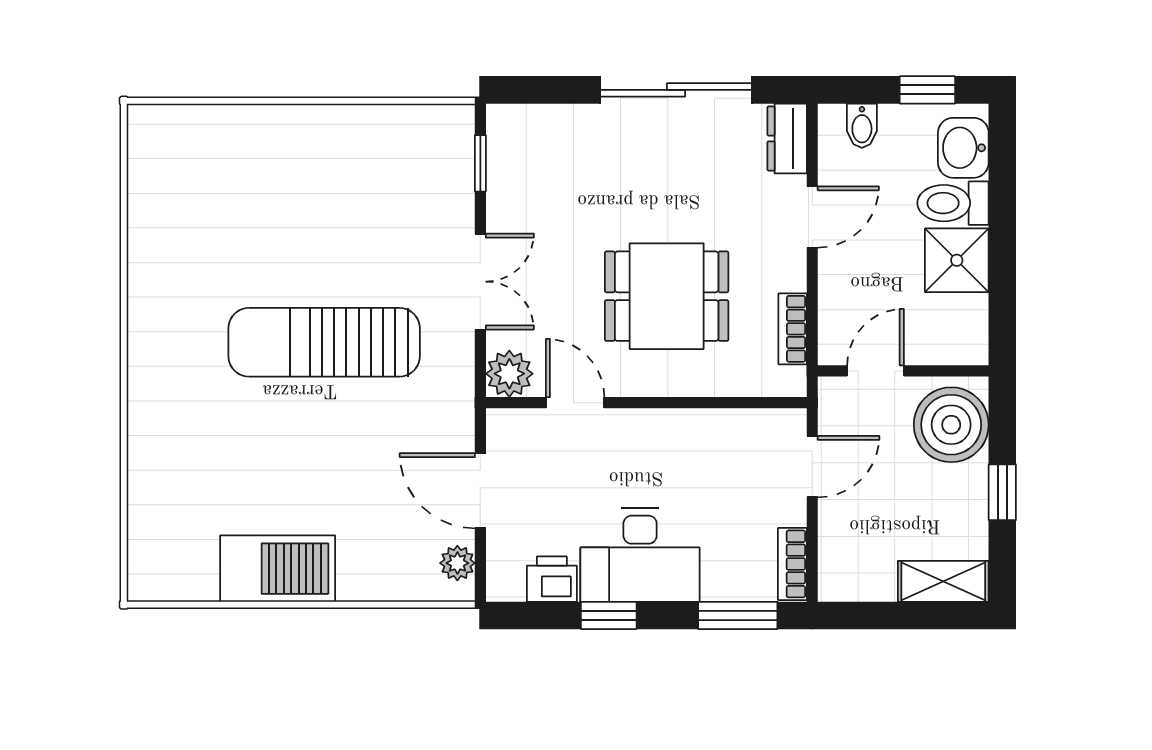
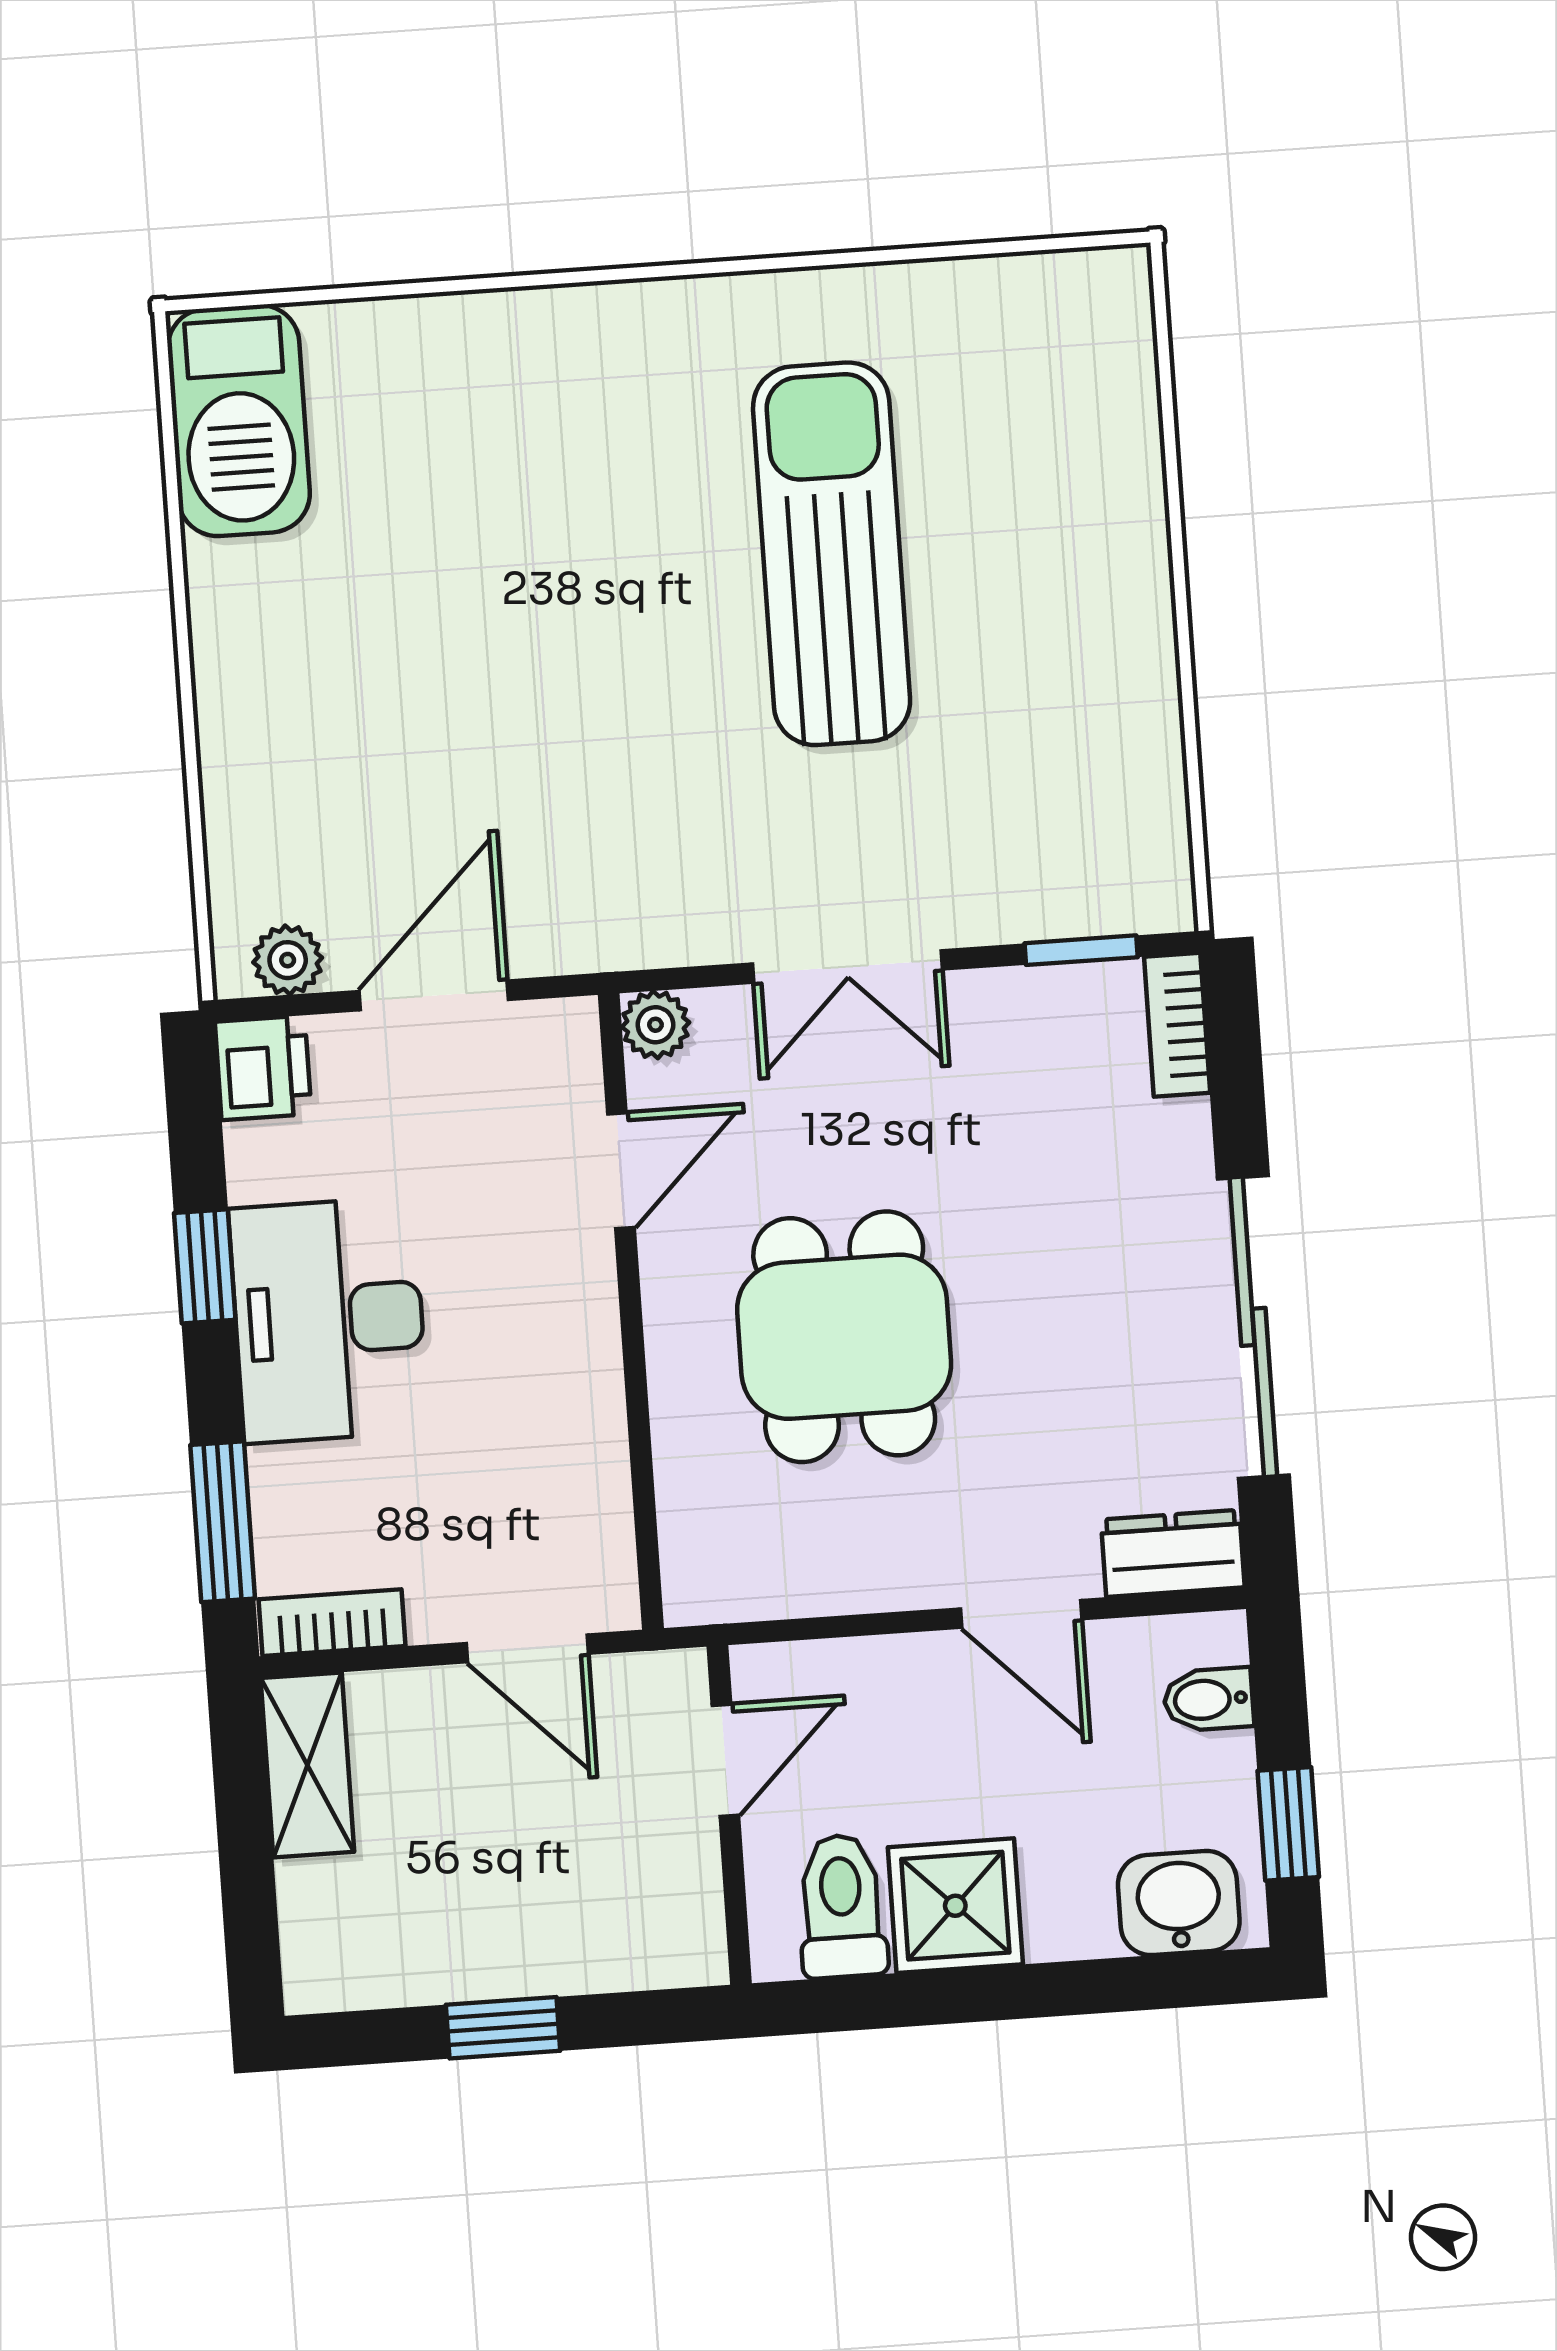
toilet: (953, 203) -> (842, 1906), moved
bookcase: (793, 329) -> (1177, 1025), moved, turned -90
sun lounger: (324, 342) -> (832, 554), moved
door: (876, 371) -> (725, 1760), hinge flipped
plant: (509, 374) -> (656, 1025), width x0.73, depth x0.73
boiler: (951, 425) -> (629, 1917), removed
barbecue: (278, 569) -> (239, 421), moved
printer: (552, 579) -> (263, 1068), moved
shelving: (943, 581) -> (307, 1765), moved

